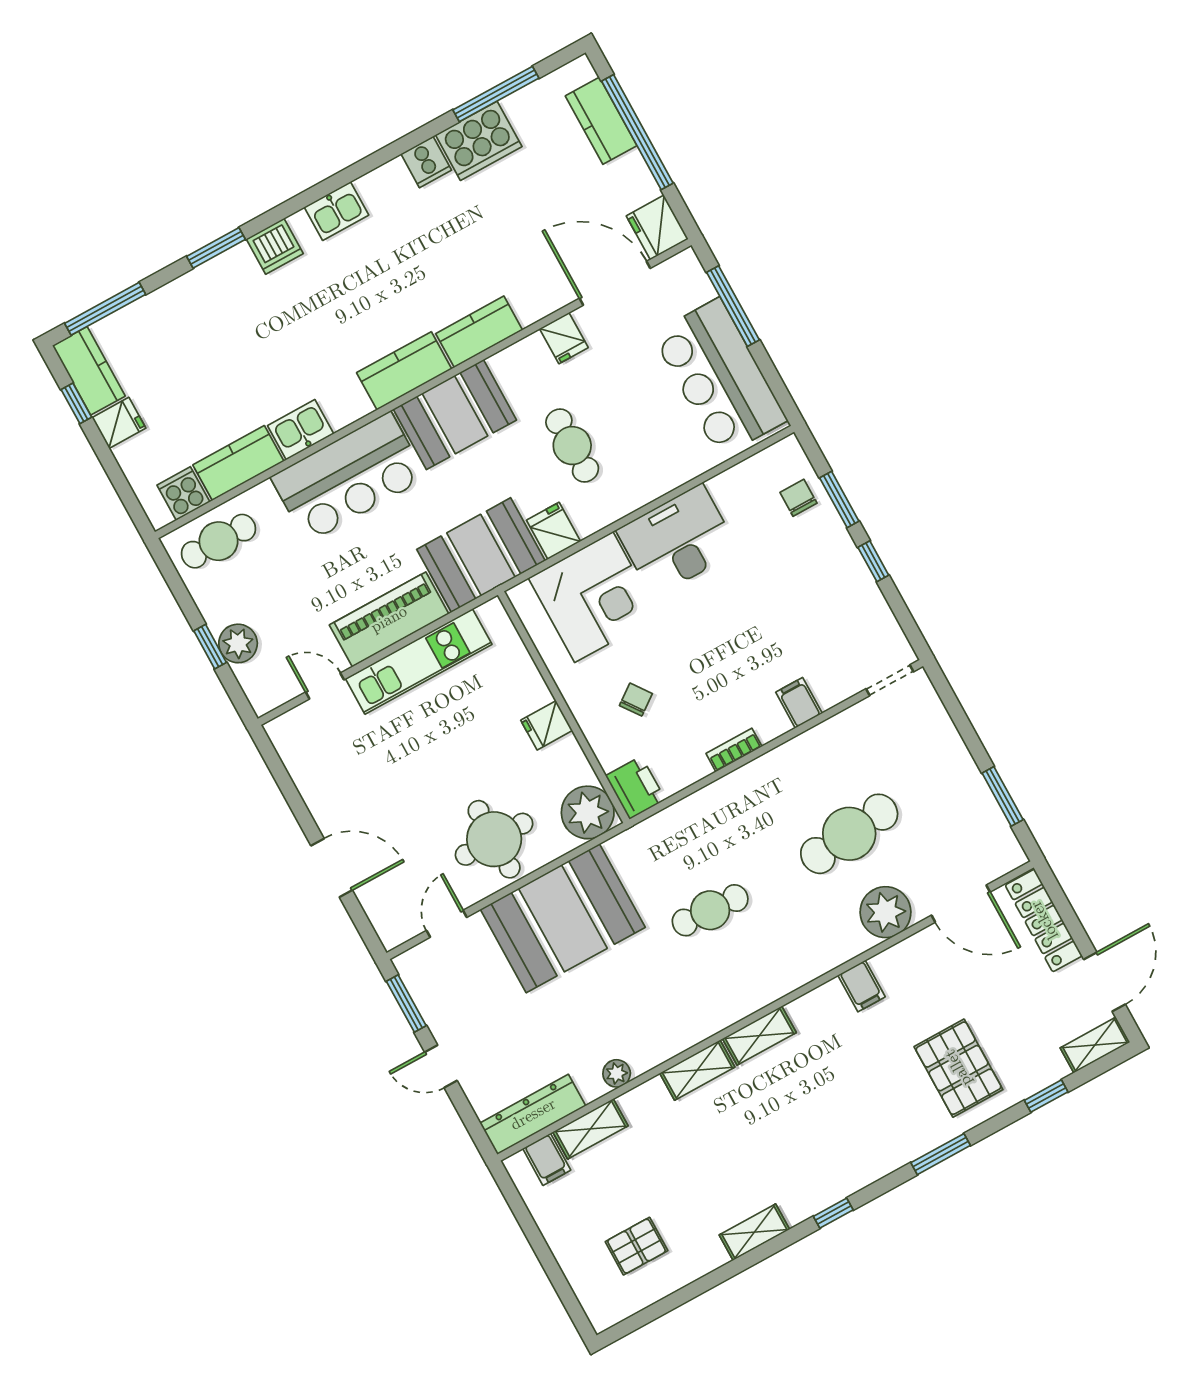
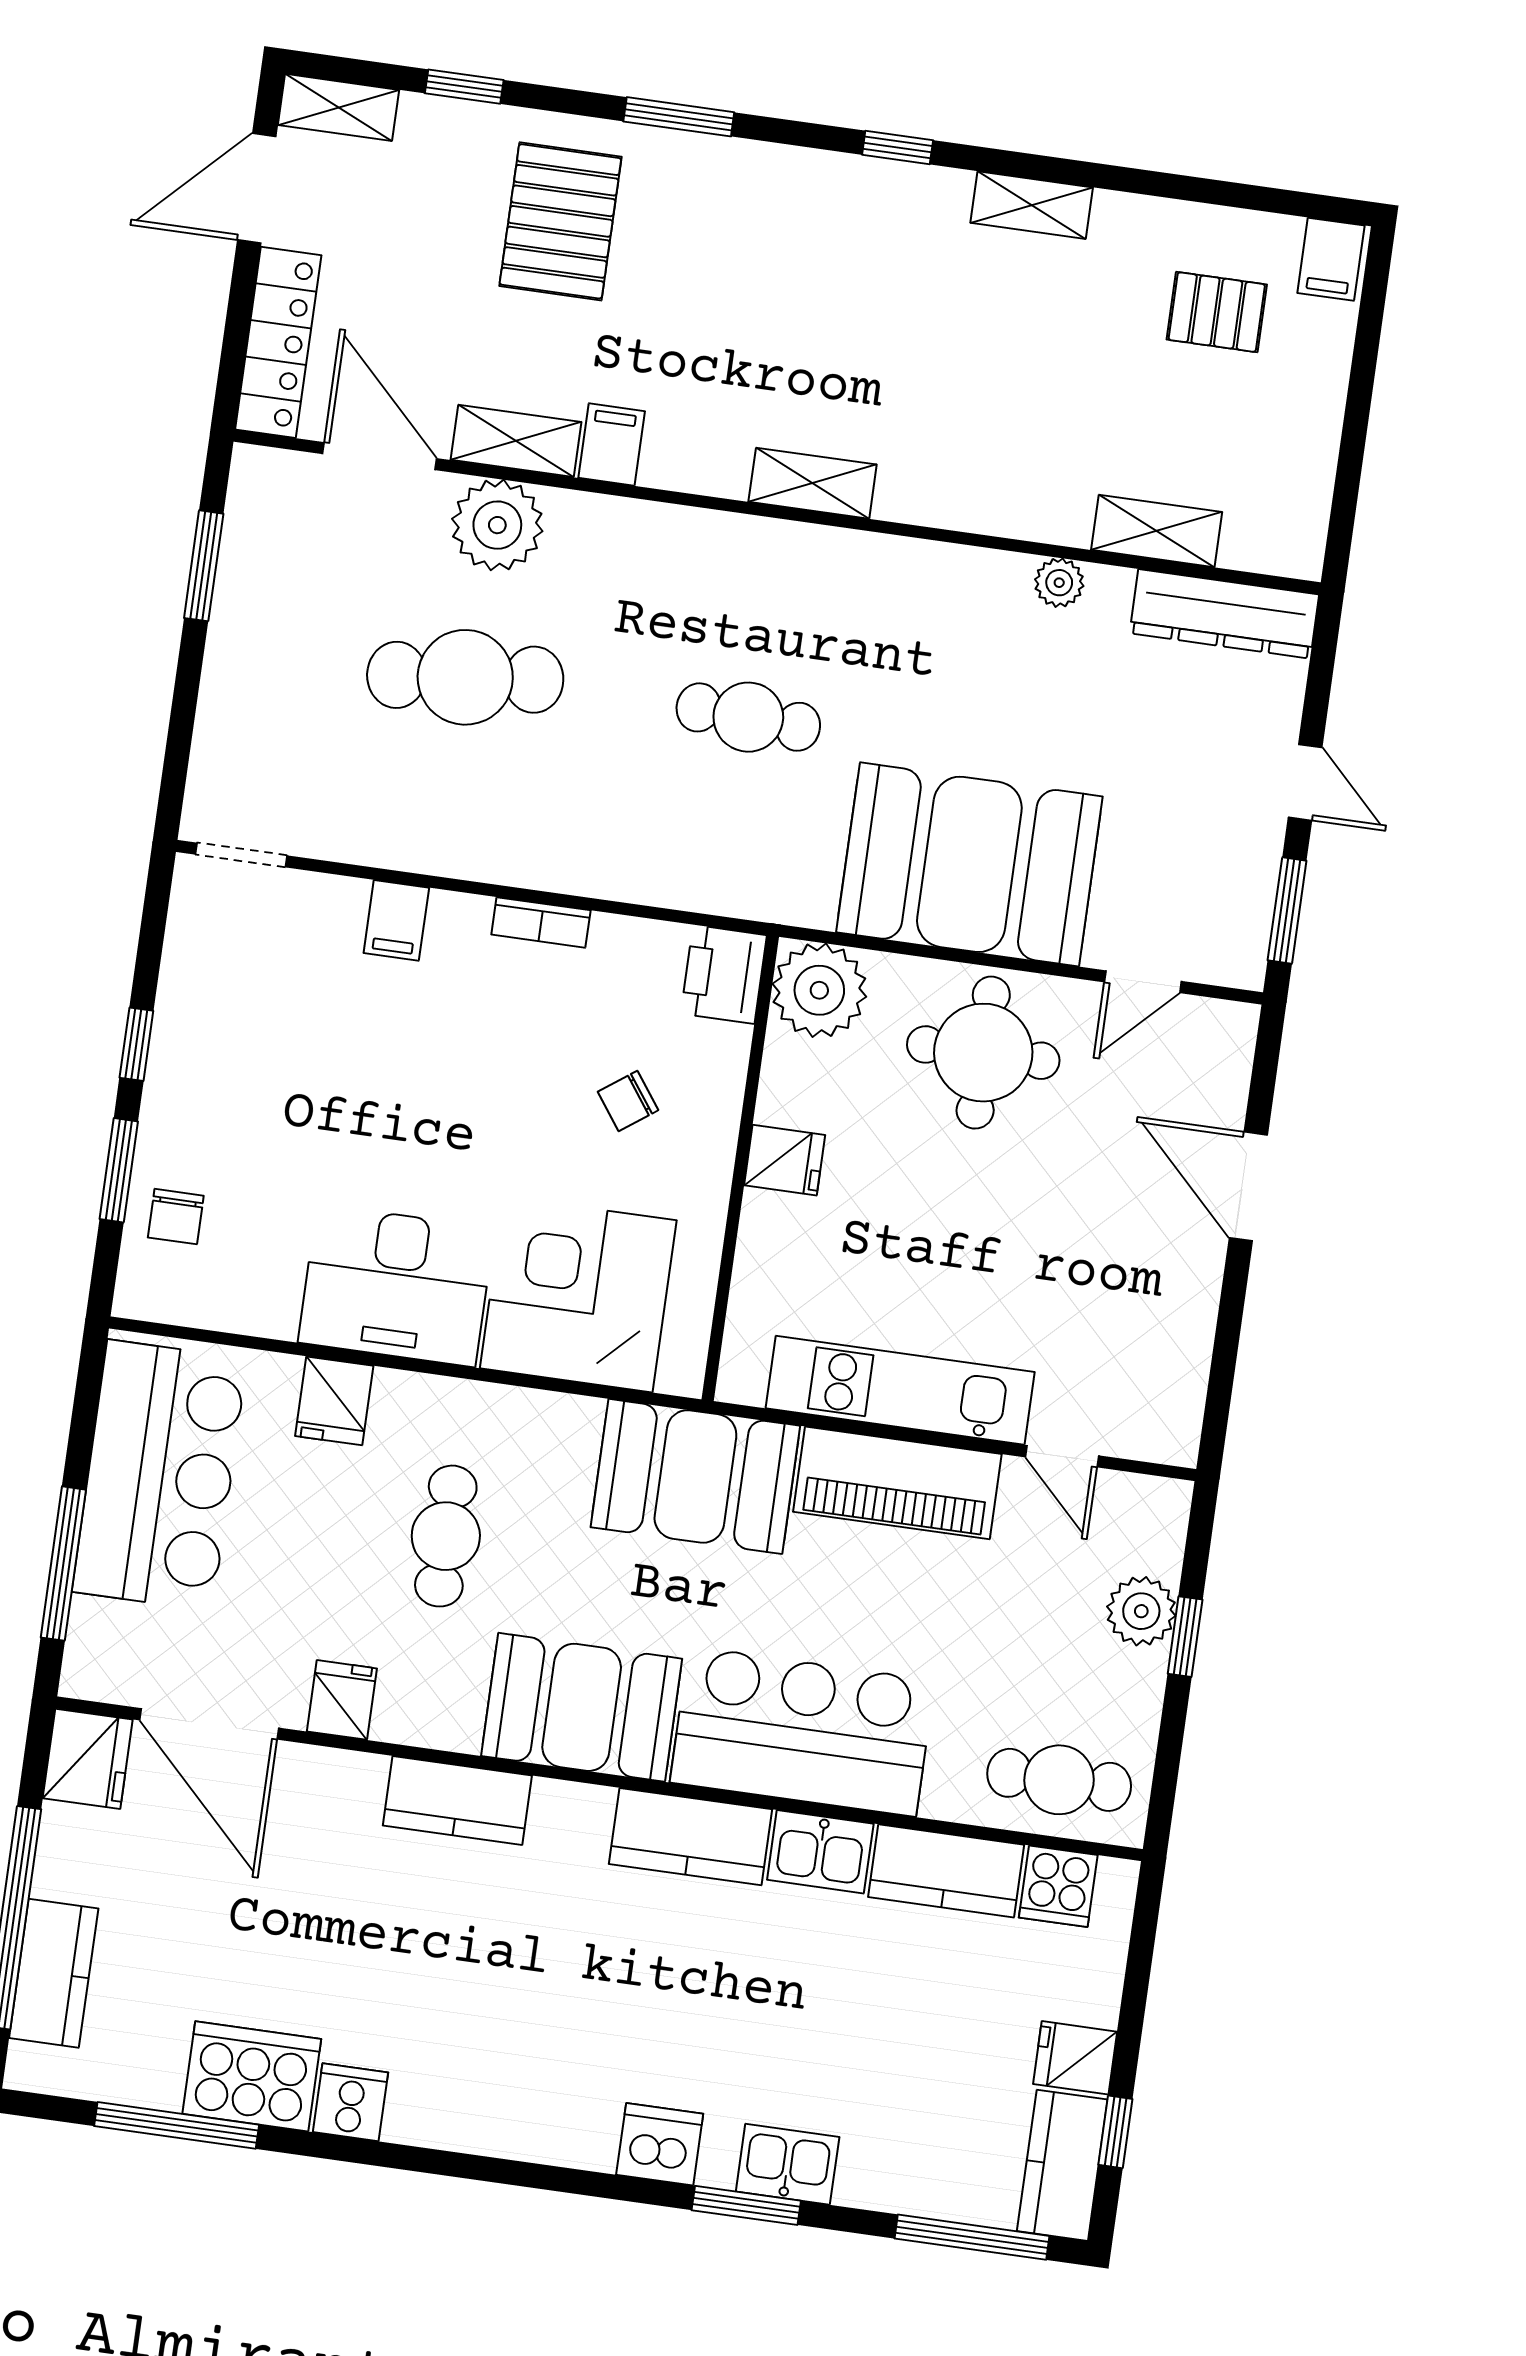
kitchen sink: (337, 211) -> (788, 2164), moved
kitchen counter: (404, 371) -> (691, 1837), moved
fridge: (553, 531) -> (334, 1401), moved
shelving: (697, 1070) -> (516, 441), moved
filing cabinet: (547, 1159) -> (1331, 259), moved, turned 180

